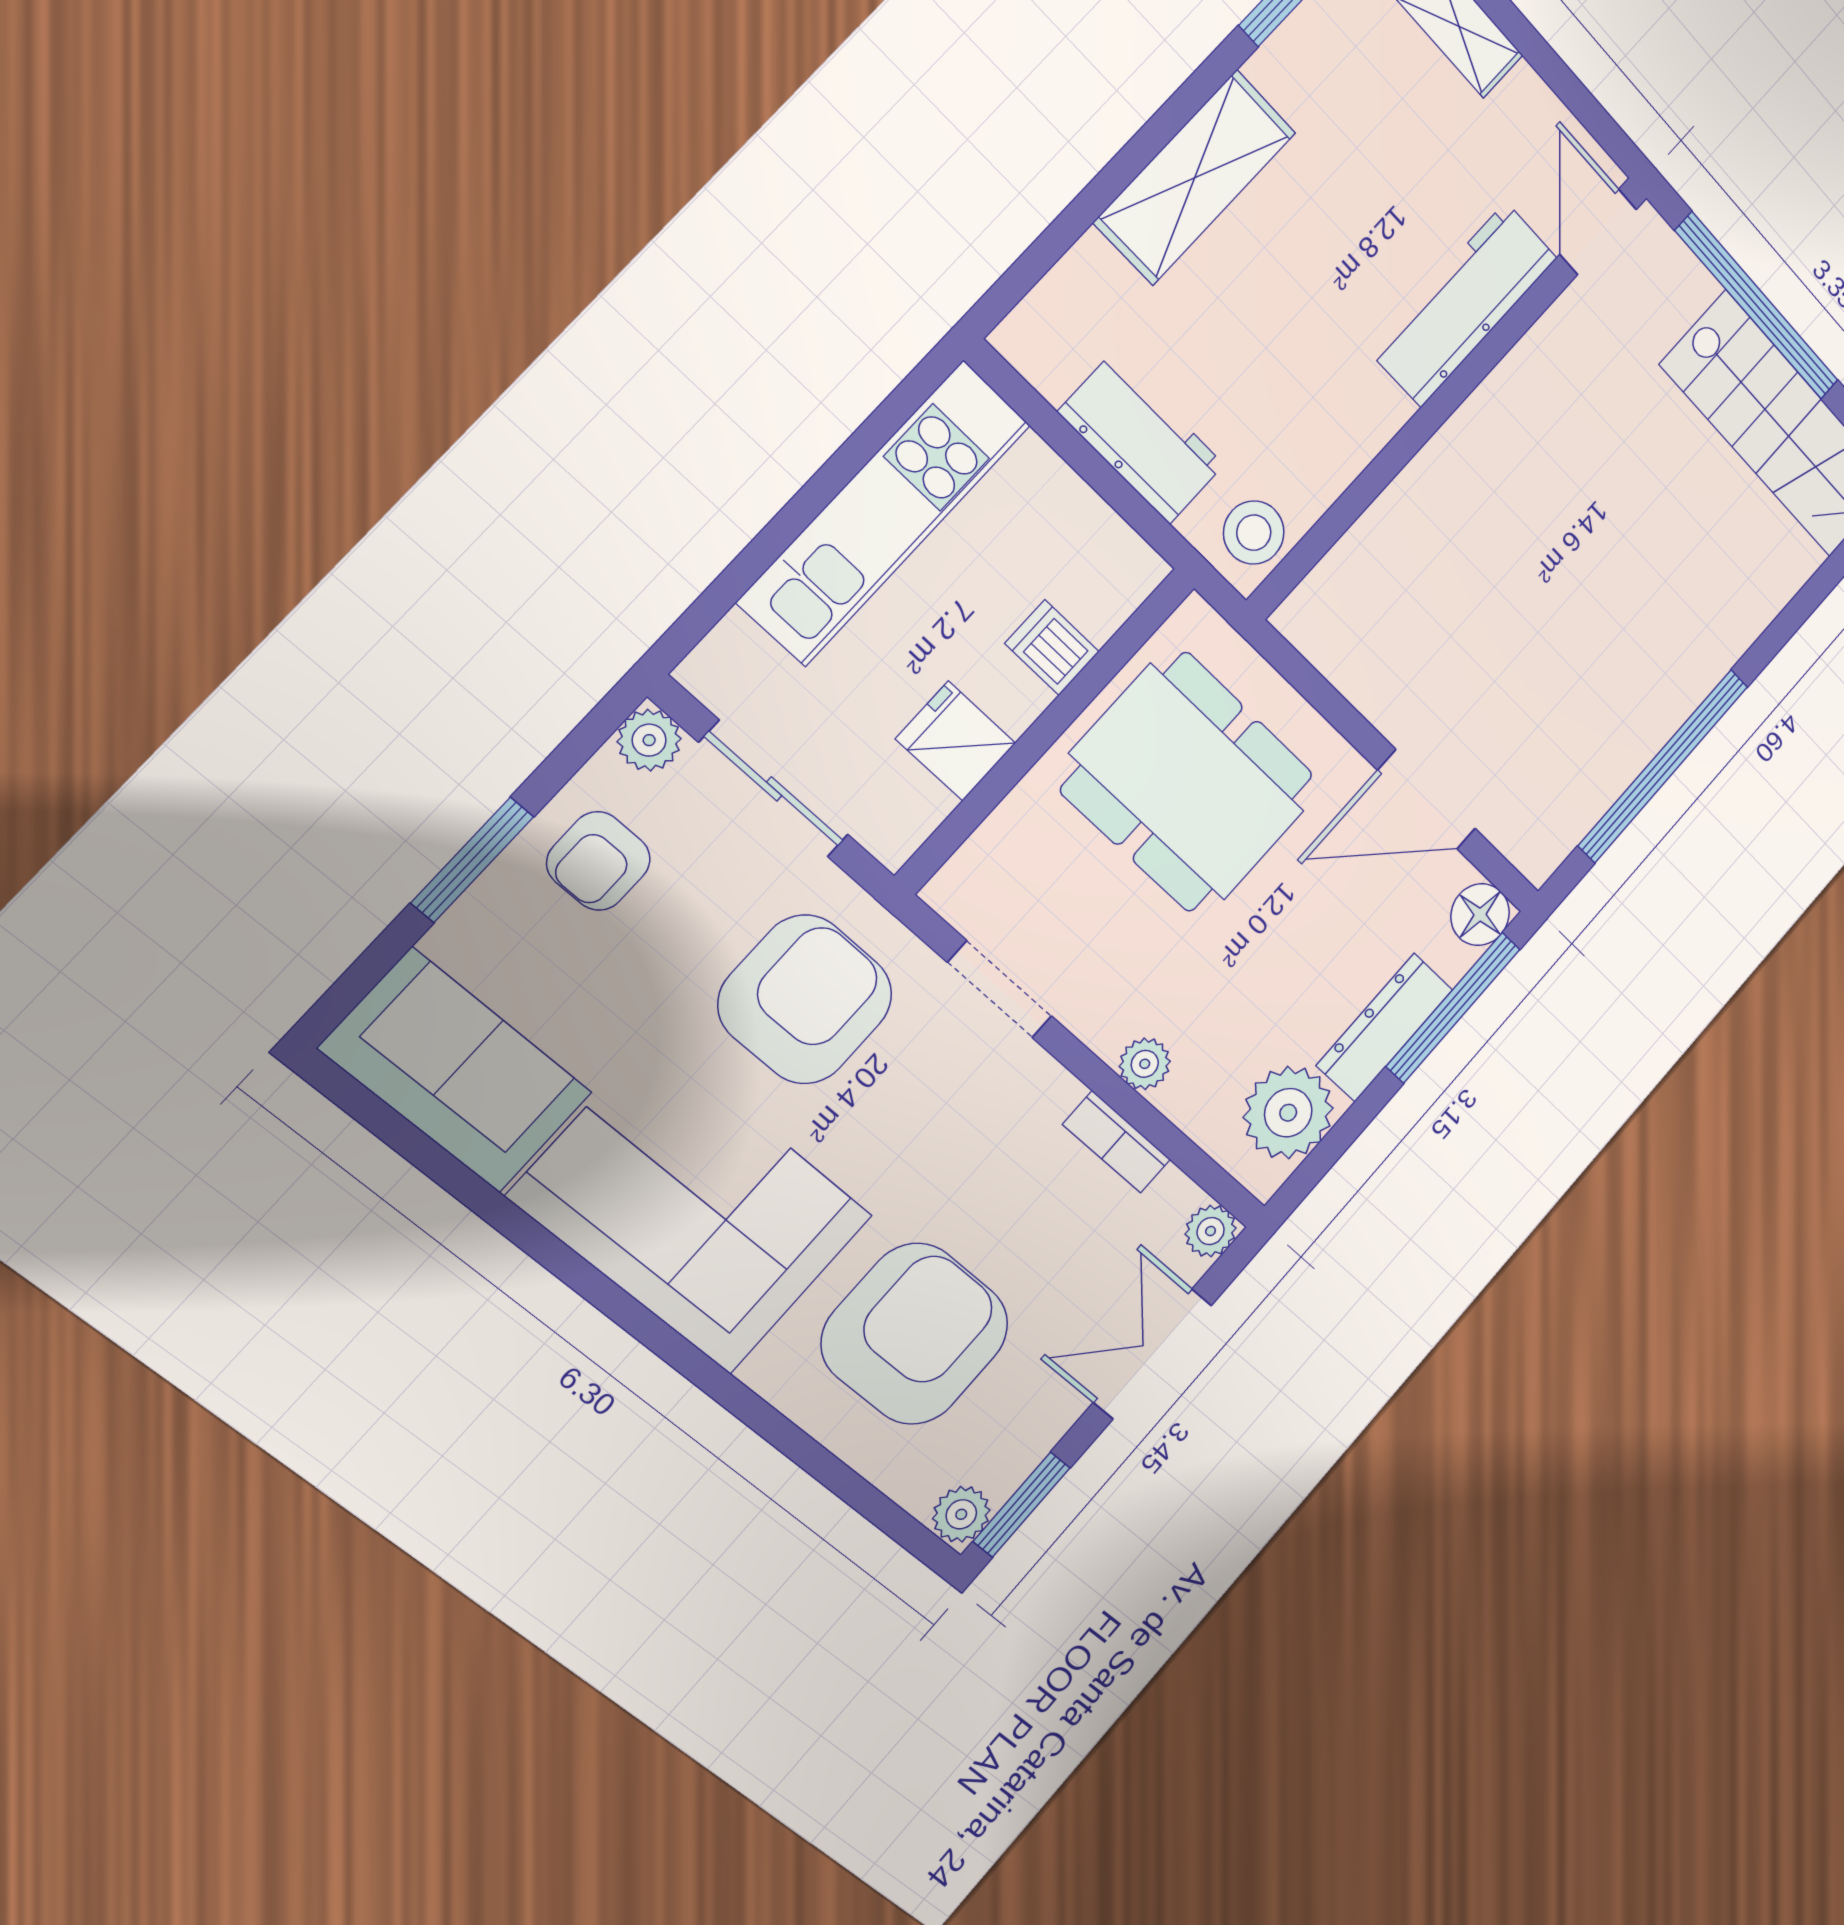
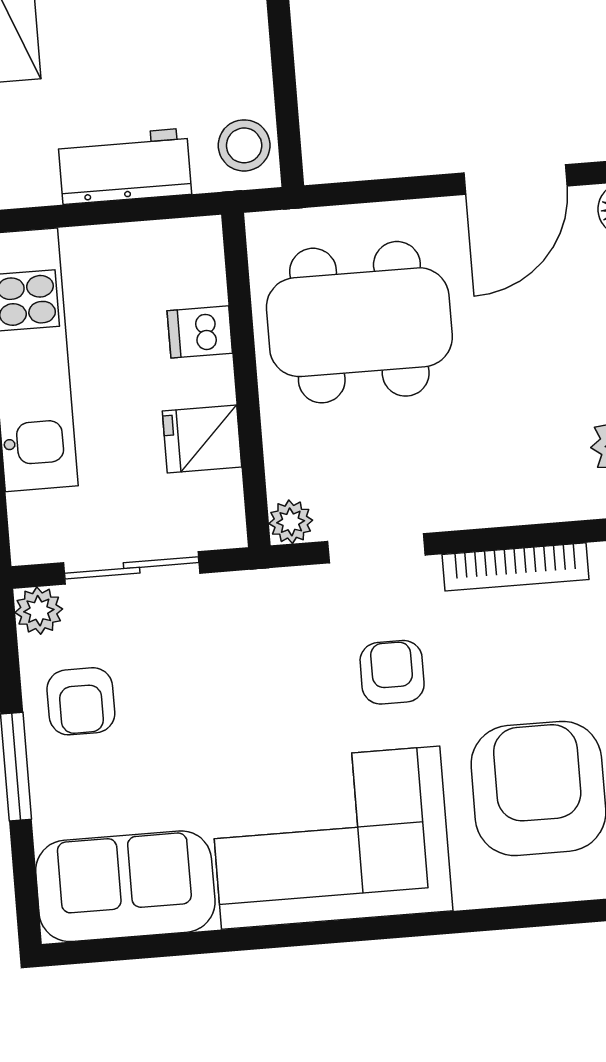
armchair: (805, 1000) -> (392, 672), moved, width x0.53, depth x0.53
plant: (1145, 1064) -> (291, 522), moved
bookcase: (1117, 1142) -> (515, 567), width x1.56

